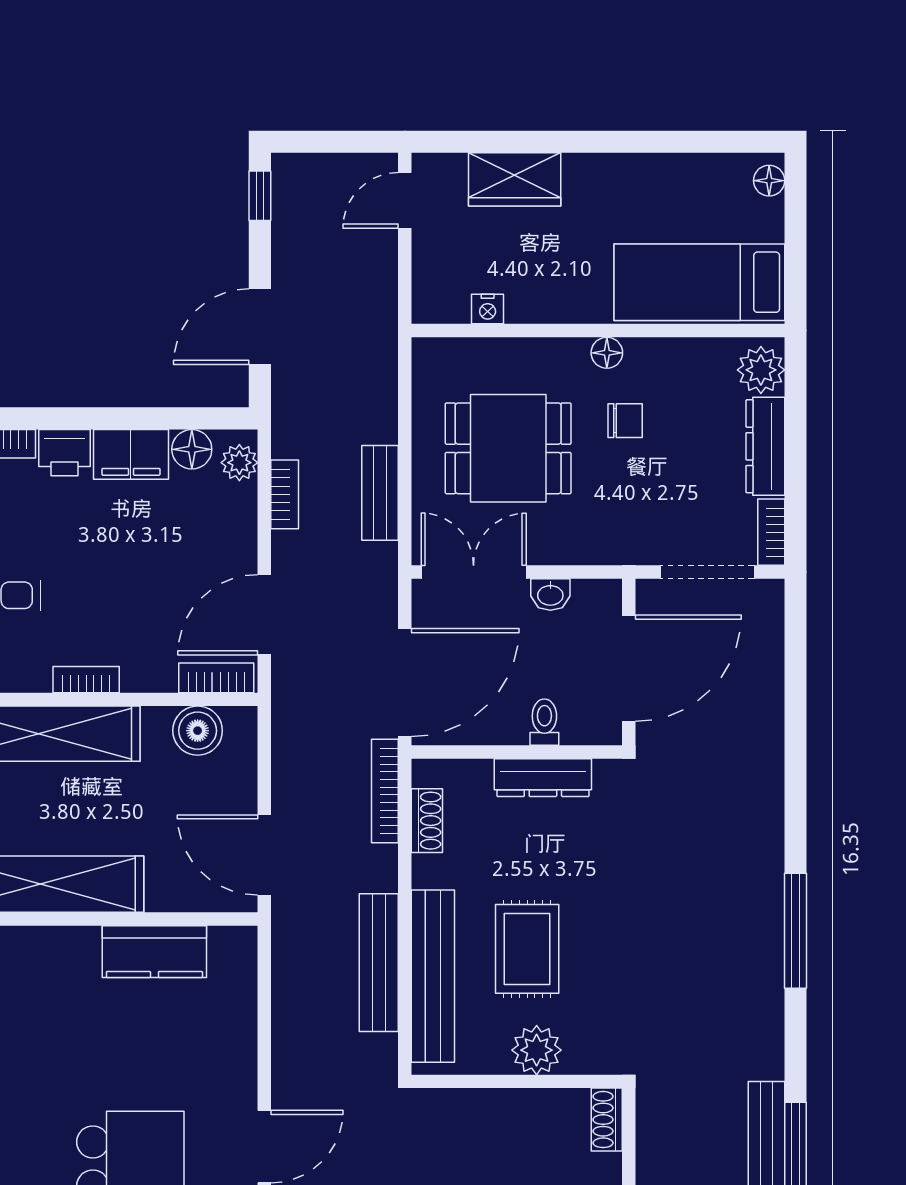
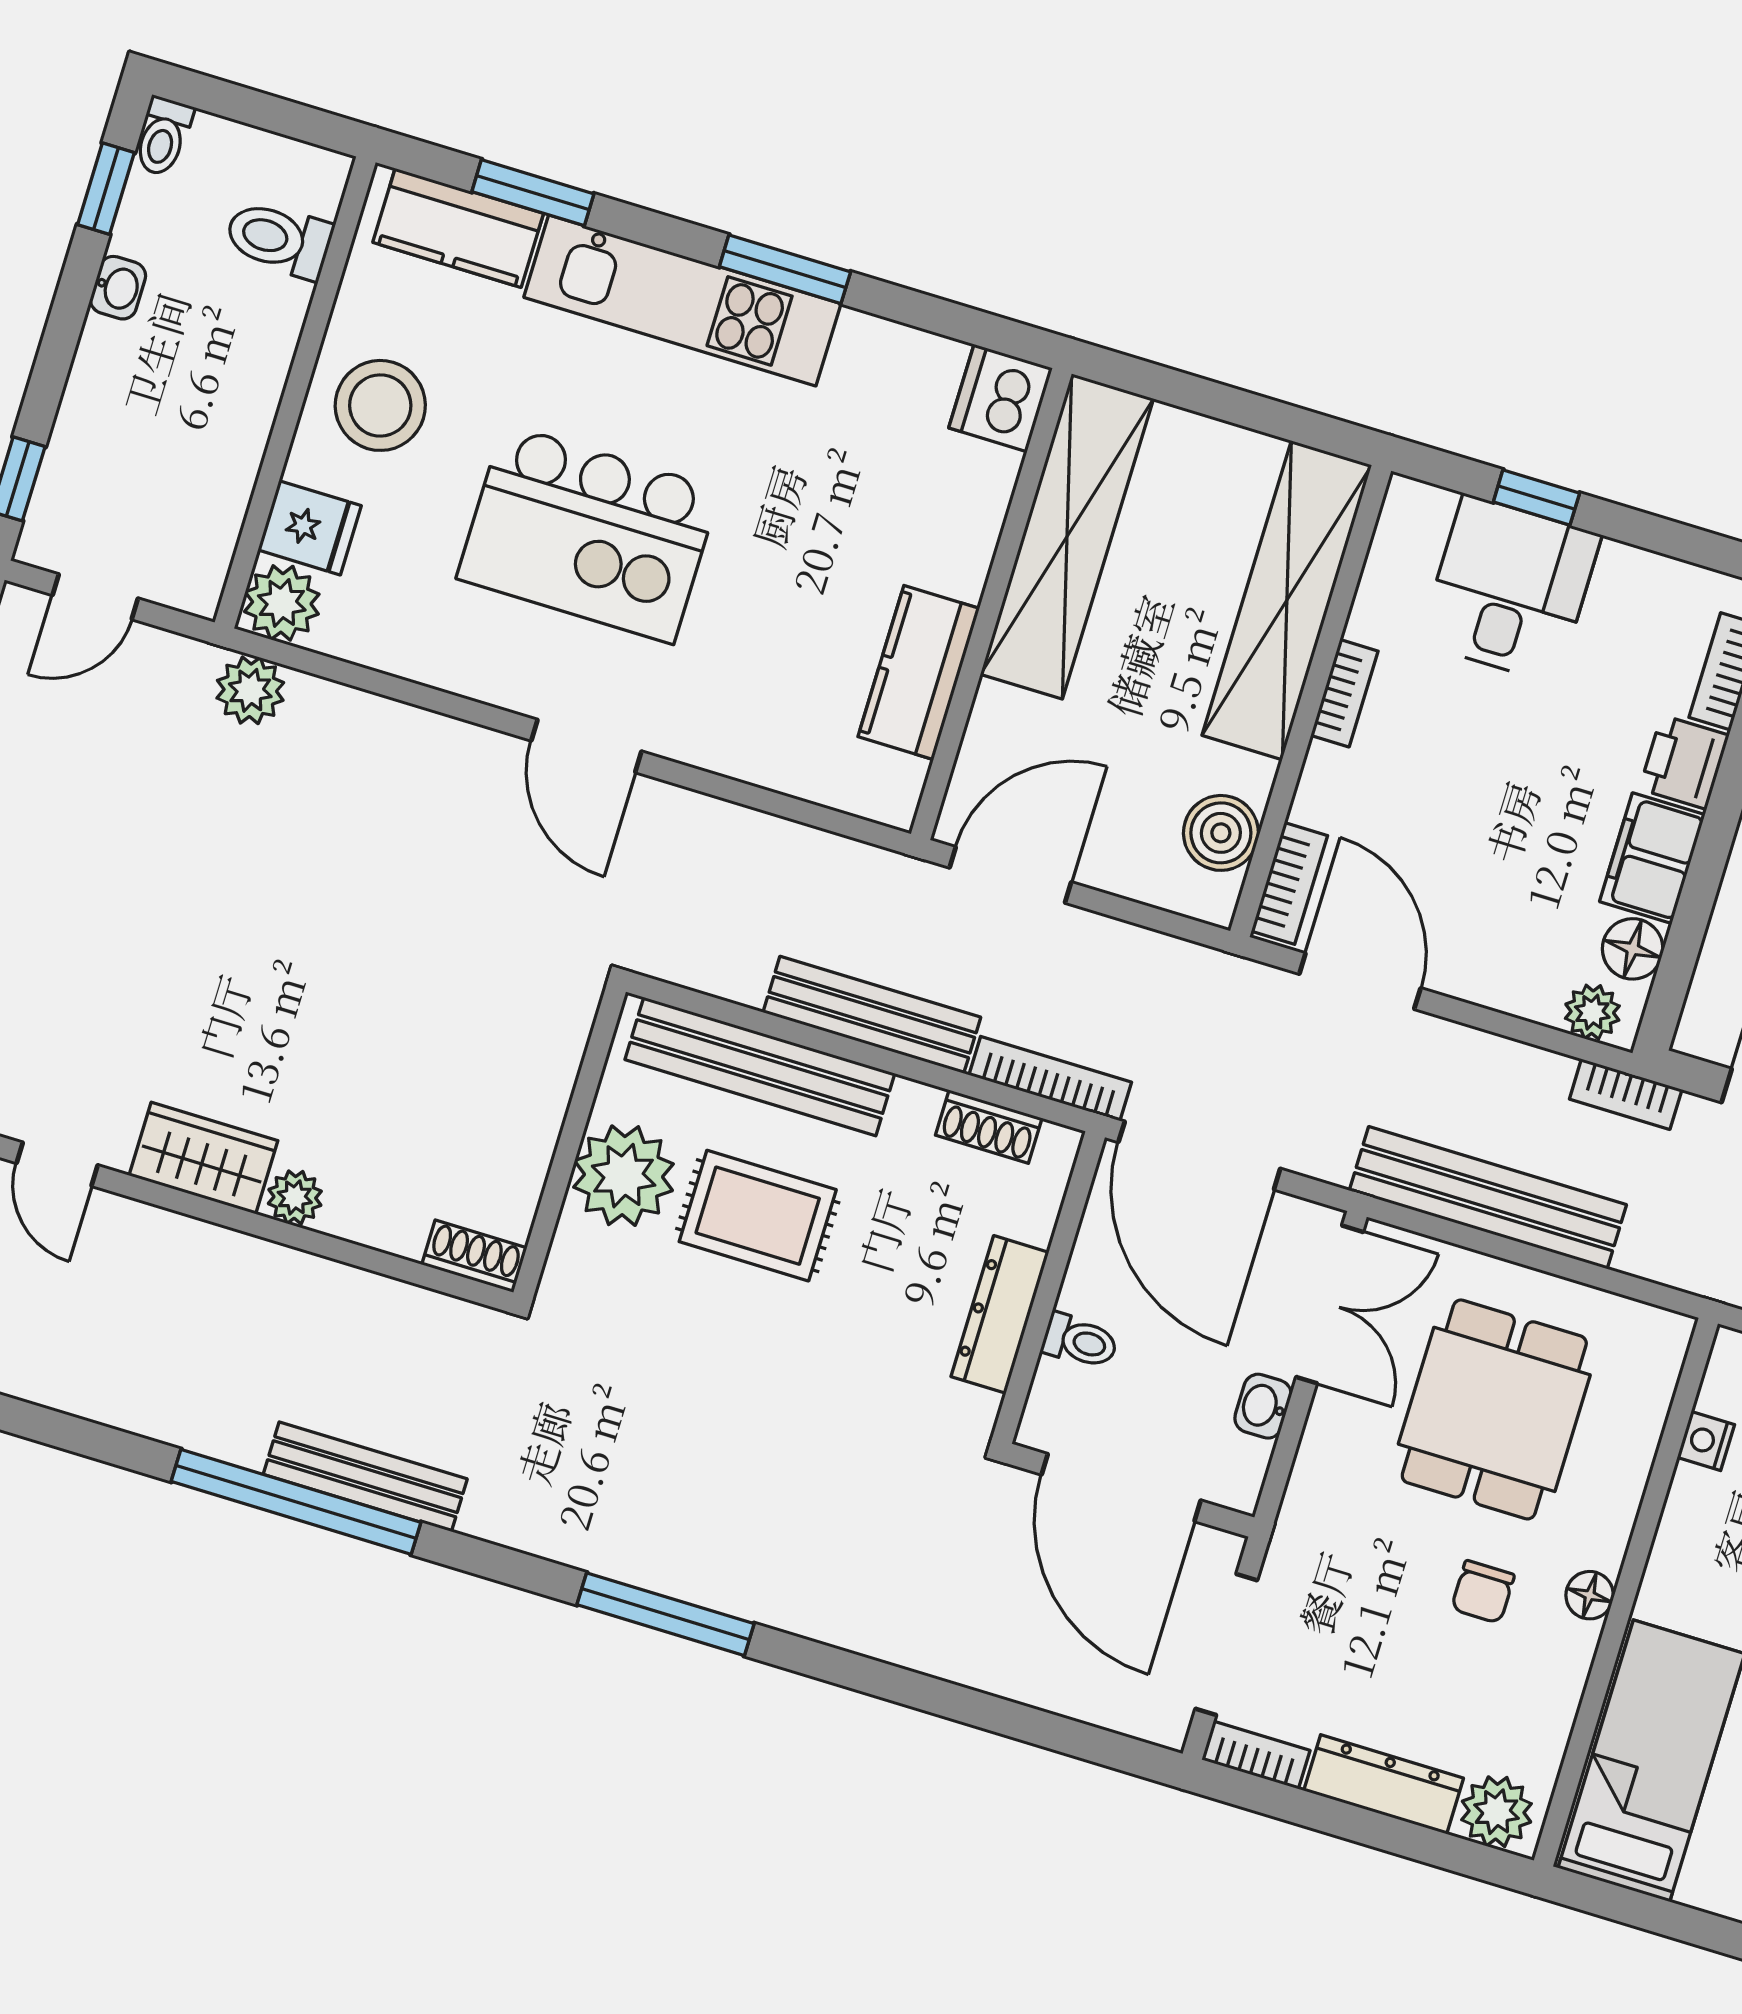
bench: (380, 493) -> (1488, 1198), width x1.86, depth x1.21
bookcase: (285, 494) -> (1626, 1094), moved
bench: (379, 963) -> (872, 1015), moved
plant: (537, 1050) -> (624, 1176), width x1.36, depth x1.36

